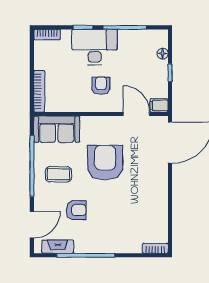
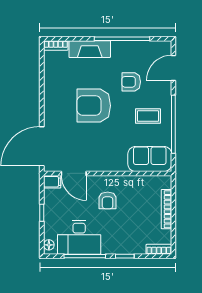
desk: (95, 47) -> (79, 237), moved
floor lamp: (163, 54) -> (49, 245), moved
bookcase: (39, 91) -> (166, 209), moved
armchair: (105, 163) -> (94, 106), moved, turned 90
fireplace: (58, 247) -> (90, 49), moved, width x1.37, depth x1.32

